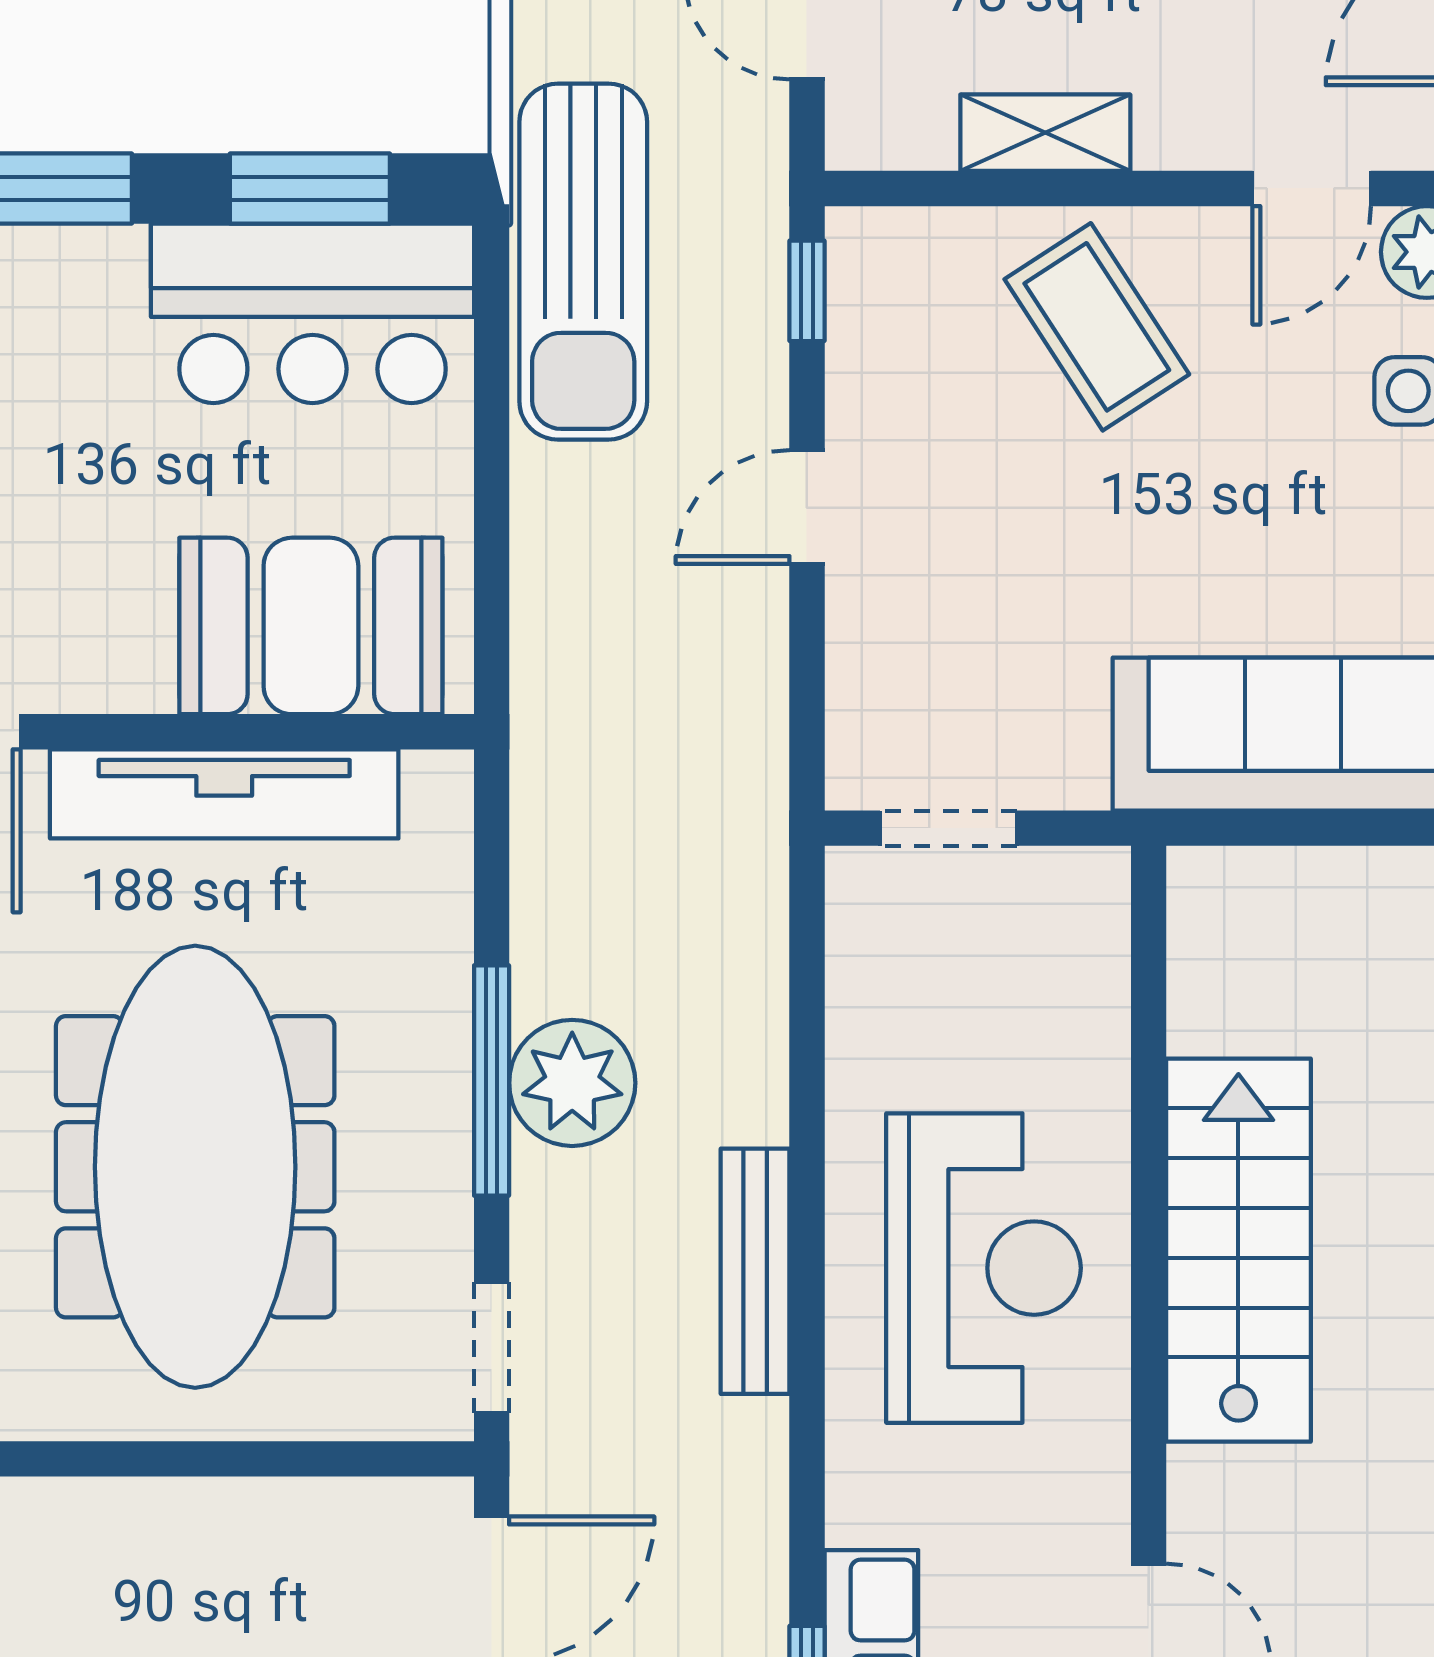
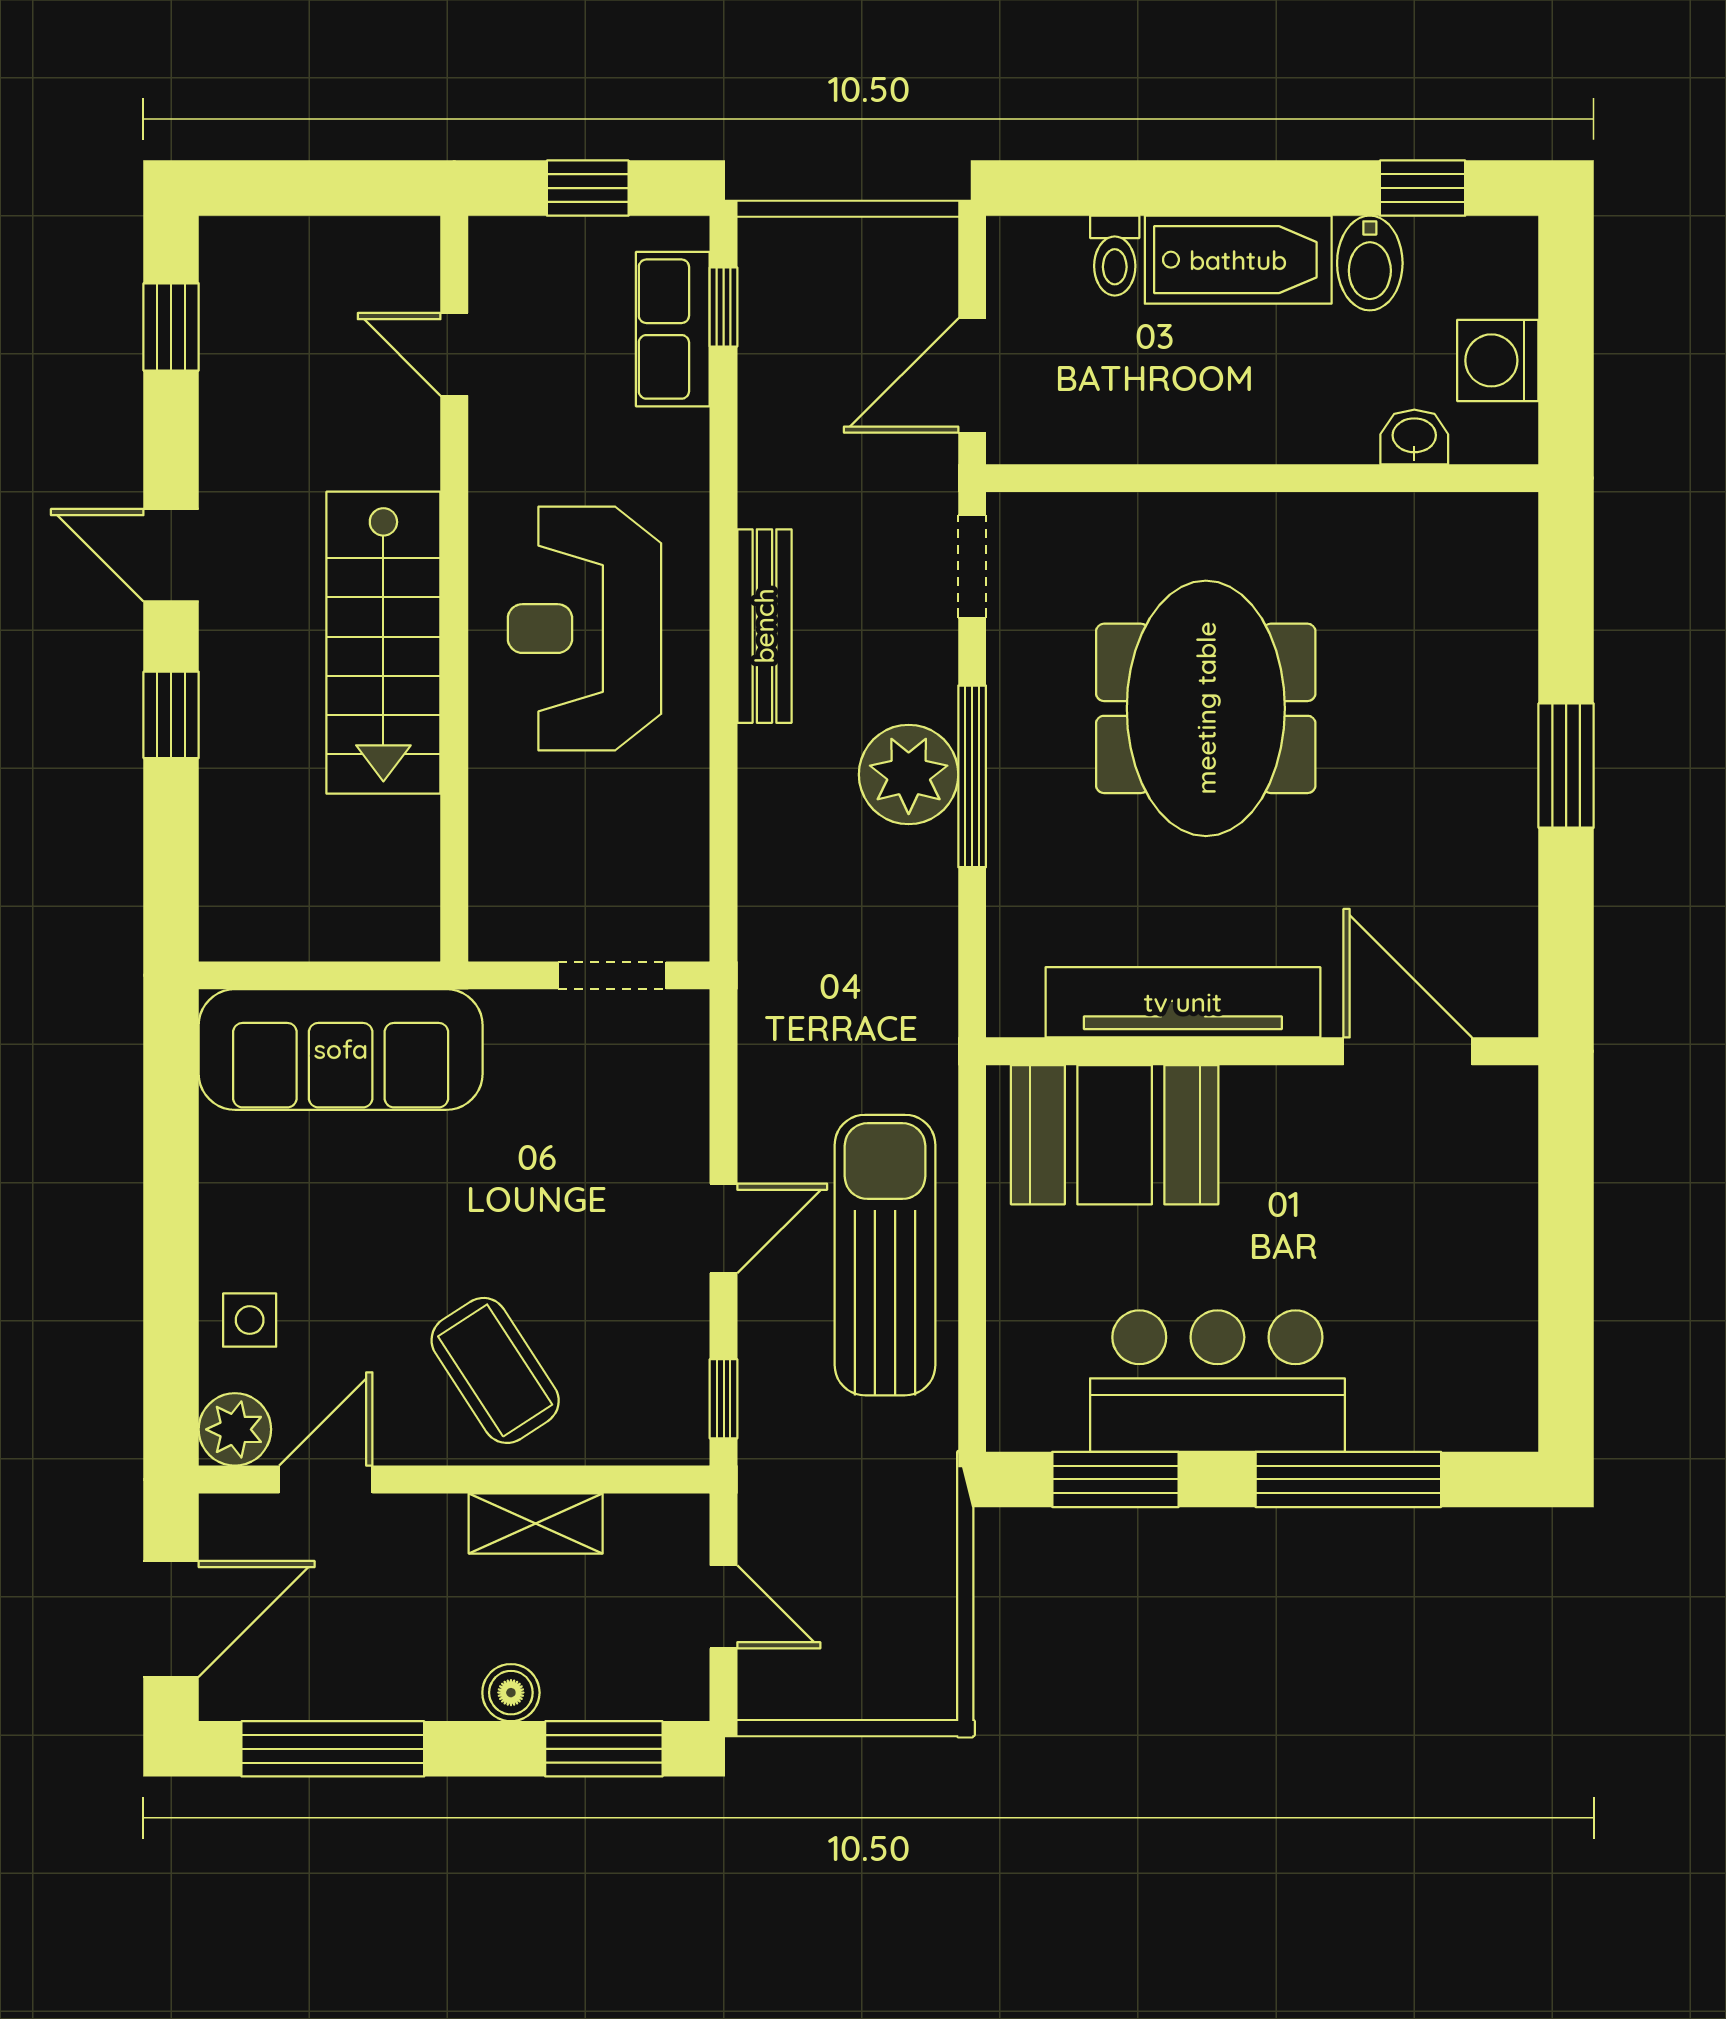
sun lounger: (583, 262) -> (885, 1255), moved
bar counter: (312, 313) -> (1217, 1381), moved
meeting table: (195, 1167) -> (1206, 708), width x0.73

